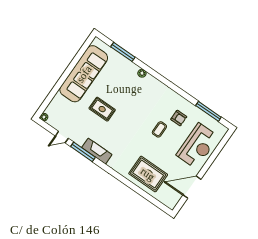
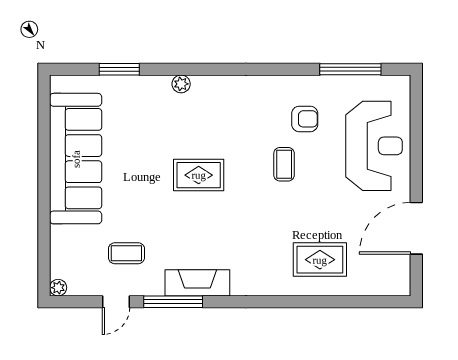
window: (123, 52) -> (119, 69), width x0.69
rug: (102, 109) -> (199, 175), moved
coffee table: (78, 122) -> (126, 253), added
rug: (148, 174) -> (320, 260), width x0.73, depth x0.70

